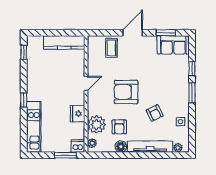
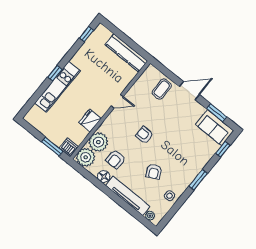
window: (192, 69) -> (223, 149), moved
armchair: (126, 92) -> (144, 135), width x0.53, depth x0.53
kitchen unit: (34, 127) -> (58, 87), moved
plant: (92, 143) -> (86, 157), width x1.88, depth x1.88

